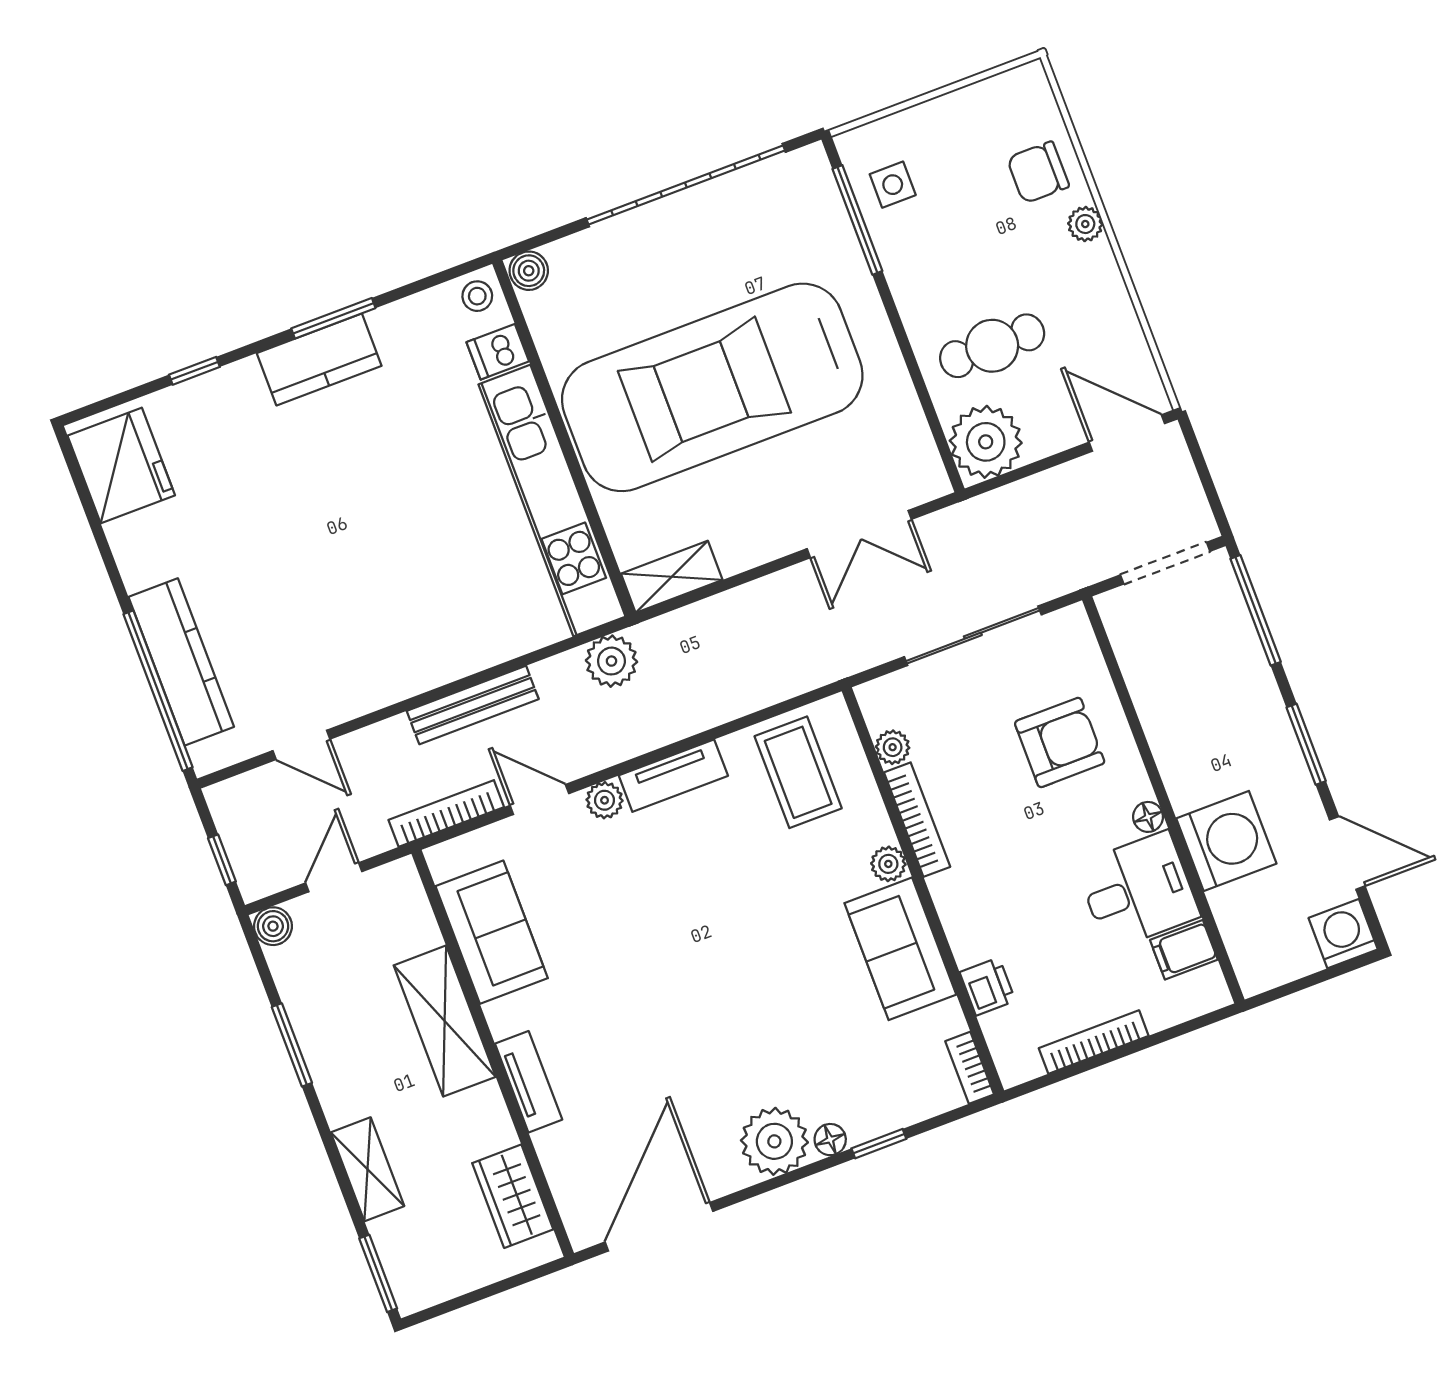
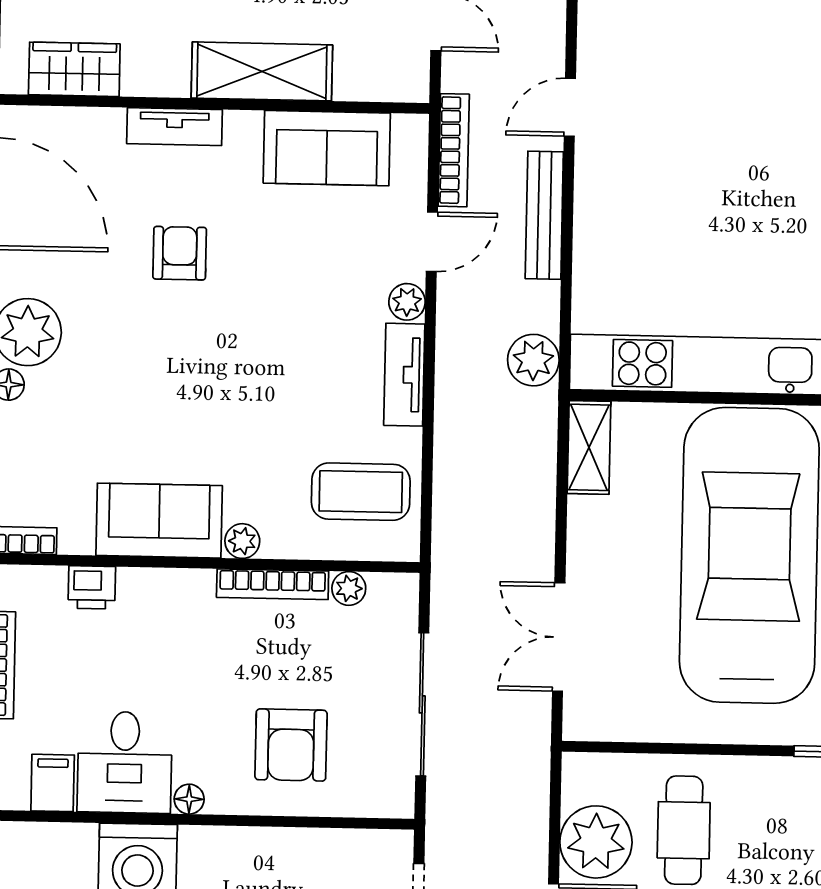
plant: (986, 442) -> (596, 842), moved
door: (301, 745) -> (570, 107), moved
armchair: (644, 1030) -> (180, 253), added

